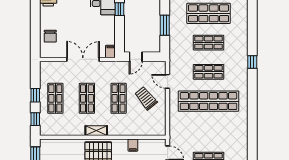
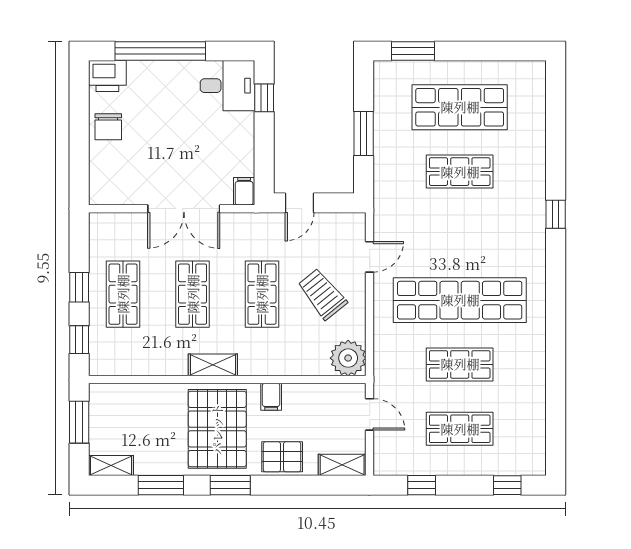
chair: (50, 36) -> (108, 127), moved
double door: (83, 59) -> (184, 209), swing flipped
shop shelf: (209, 72) -> (460, 364), moved
door: (168, 81) -> (370, 257), swing flipped
plant: (158, 127) -> (348, 358), added
filing cabinet: (133, 145) -> (271, 397), moved

